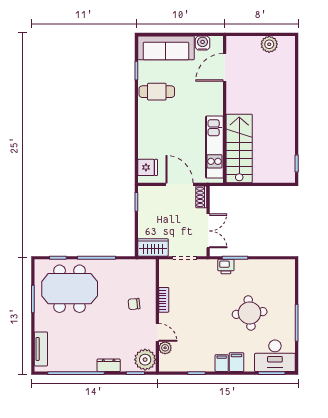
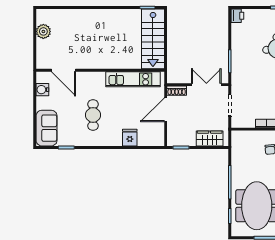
sofa: (166, 48) -> (47, 128), width x0.73
cafe table: (157, 92) -> (93, 115), moved
stairs: (239, 148) -> (153, 39), moved, turned -90
fridge: (148, 167) -> (130, 138), moved
wardrobe: (153, 247) -> (210, 138), moved, turned 90
printer: (226, 267) -> (237, 16), moved

